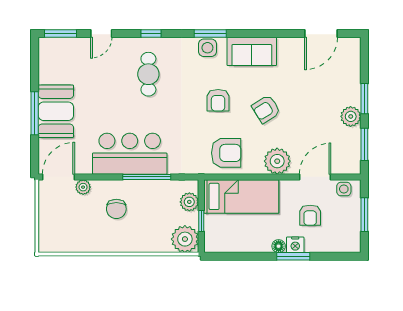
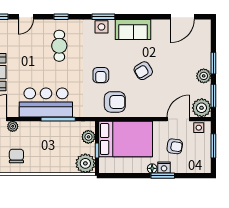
armchair: (218, 100) -> (101, 75), moved
plant: (277, 161) -> (202, 108), moved
bed: (241, 196) -> (126, 139), width x1.50
chair: (116, 209) -> (16, 156), moved, turned 180
armchair: (310, 215) -> (175, 146), turned -82

